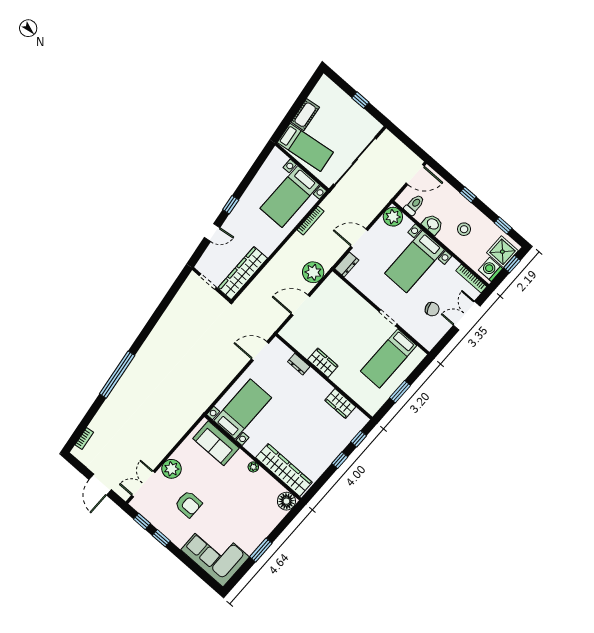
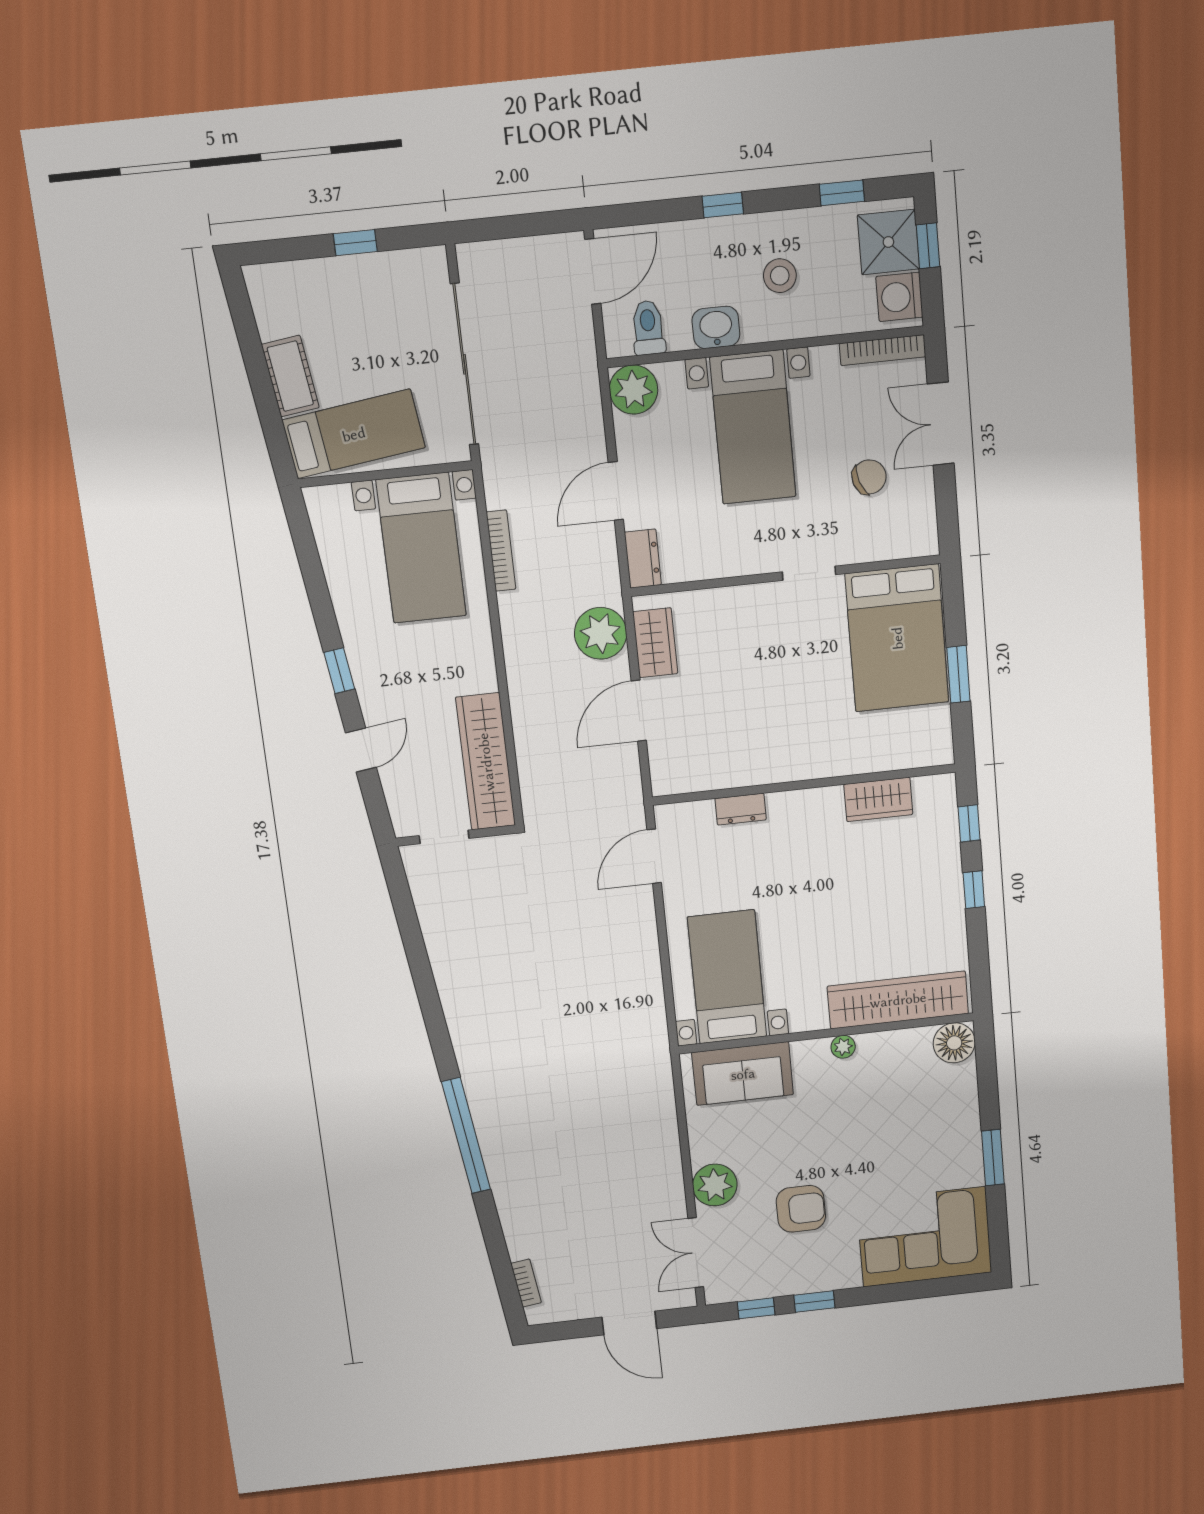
bed: (389, 358) -> (897, 638), width x1.50
wardrobe: (323, 363) -> (655, 643), moved, turned 90

